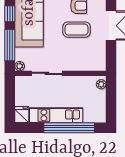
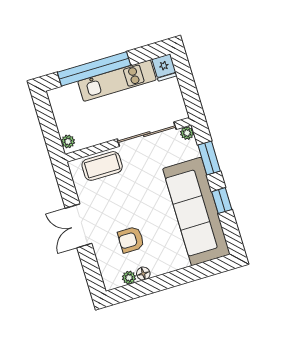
coffee table: (77, 30) -> (102, 166), moved
window: (10, 45) -> (209, 158), width x0.69
sliding door: (47, 73) -> (147, 134), width x1.37

